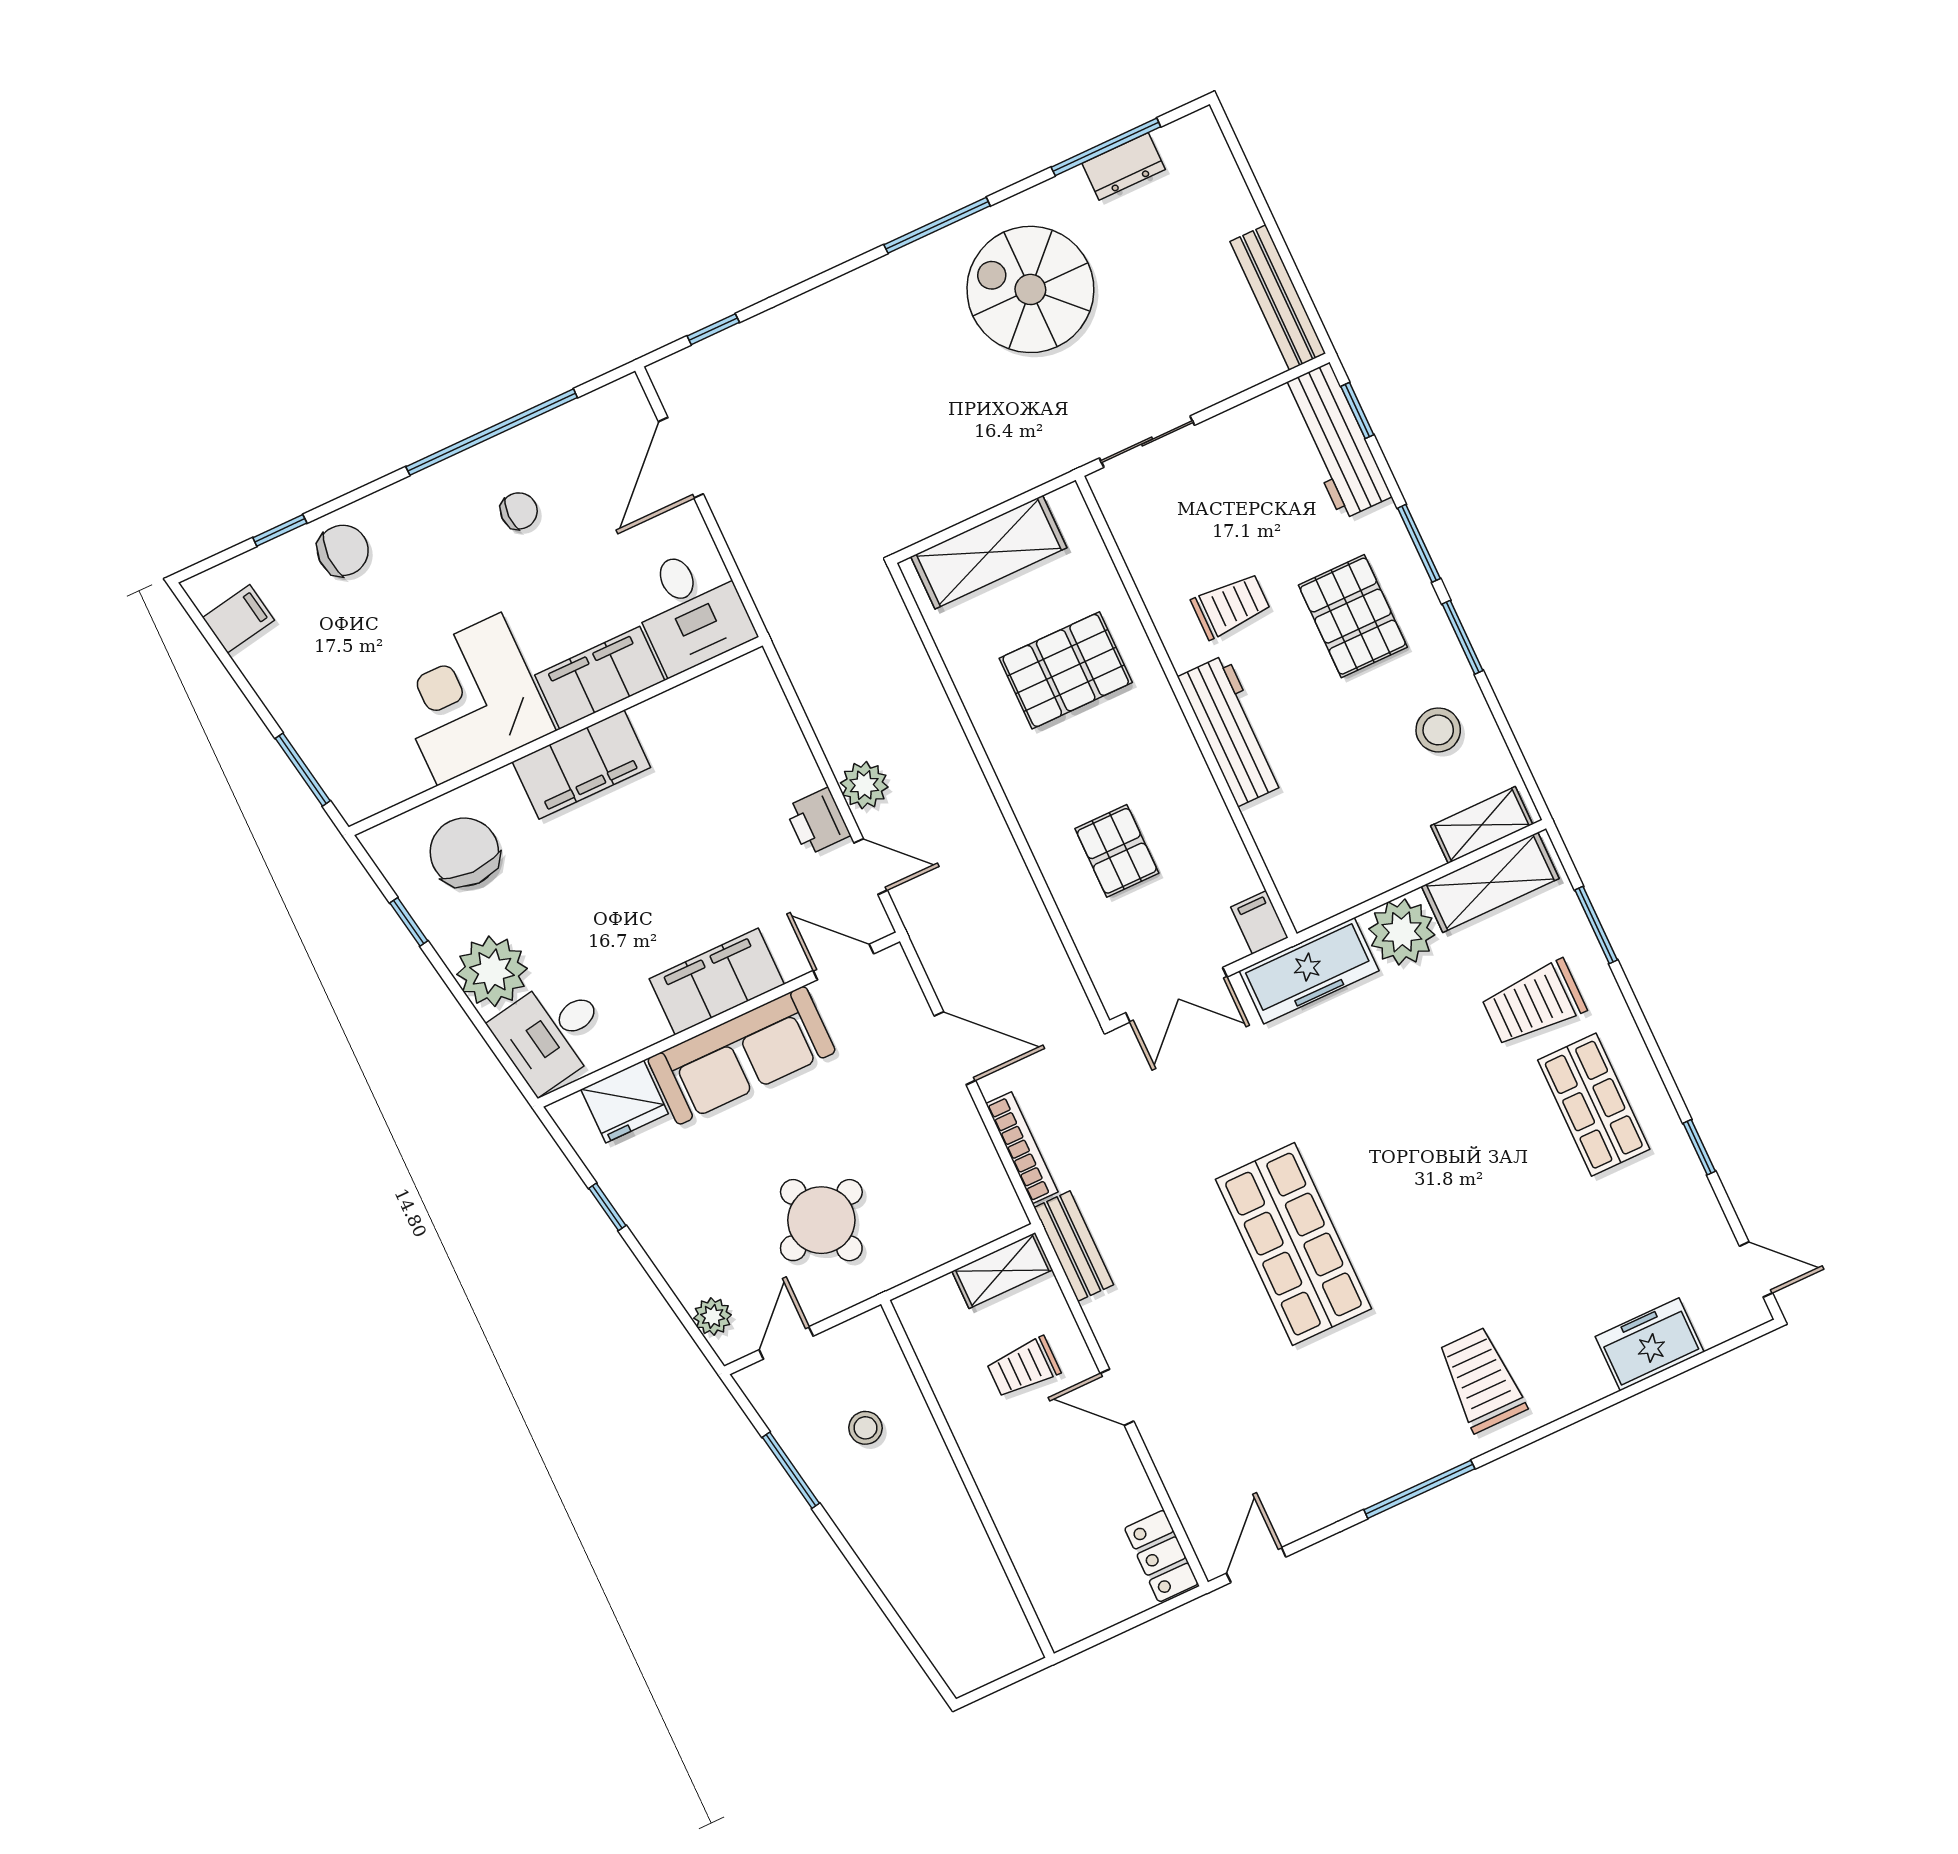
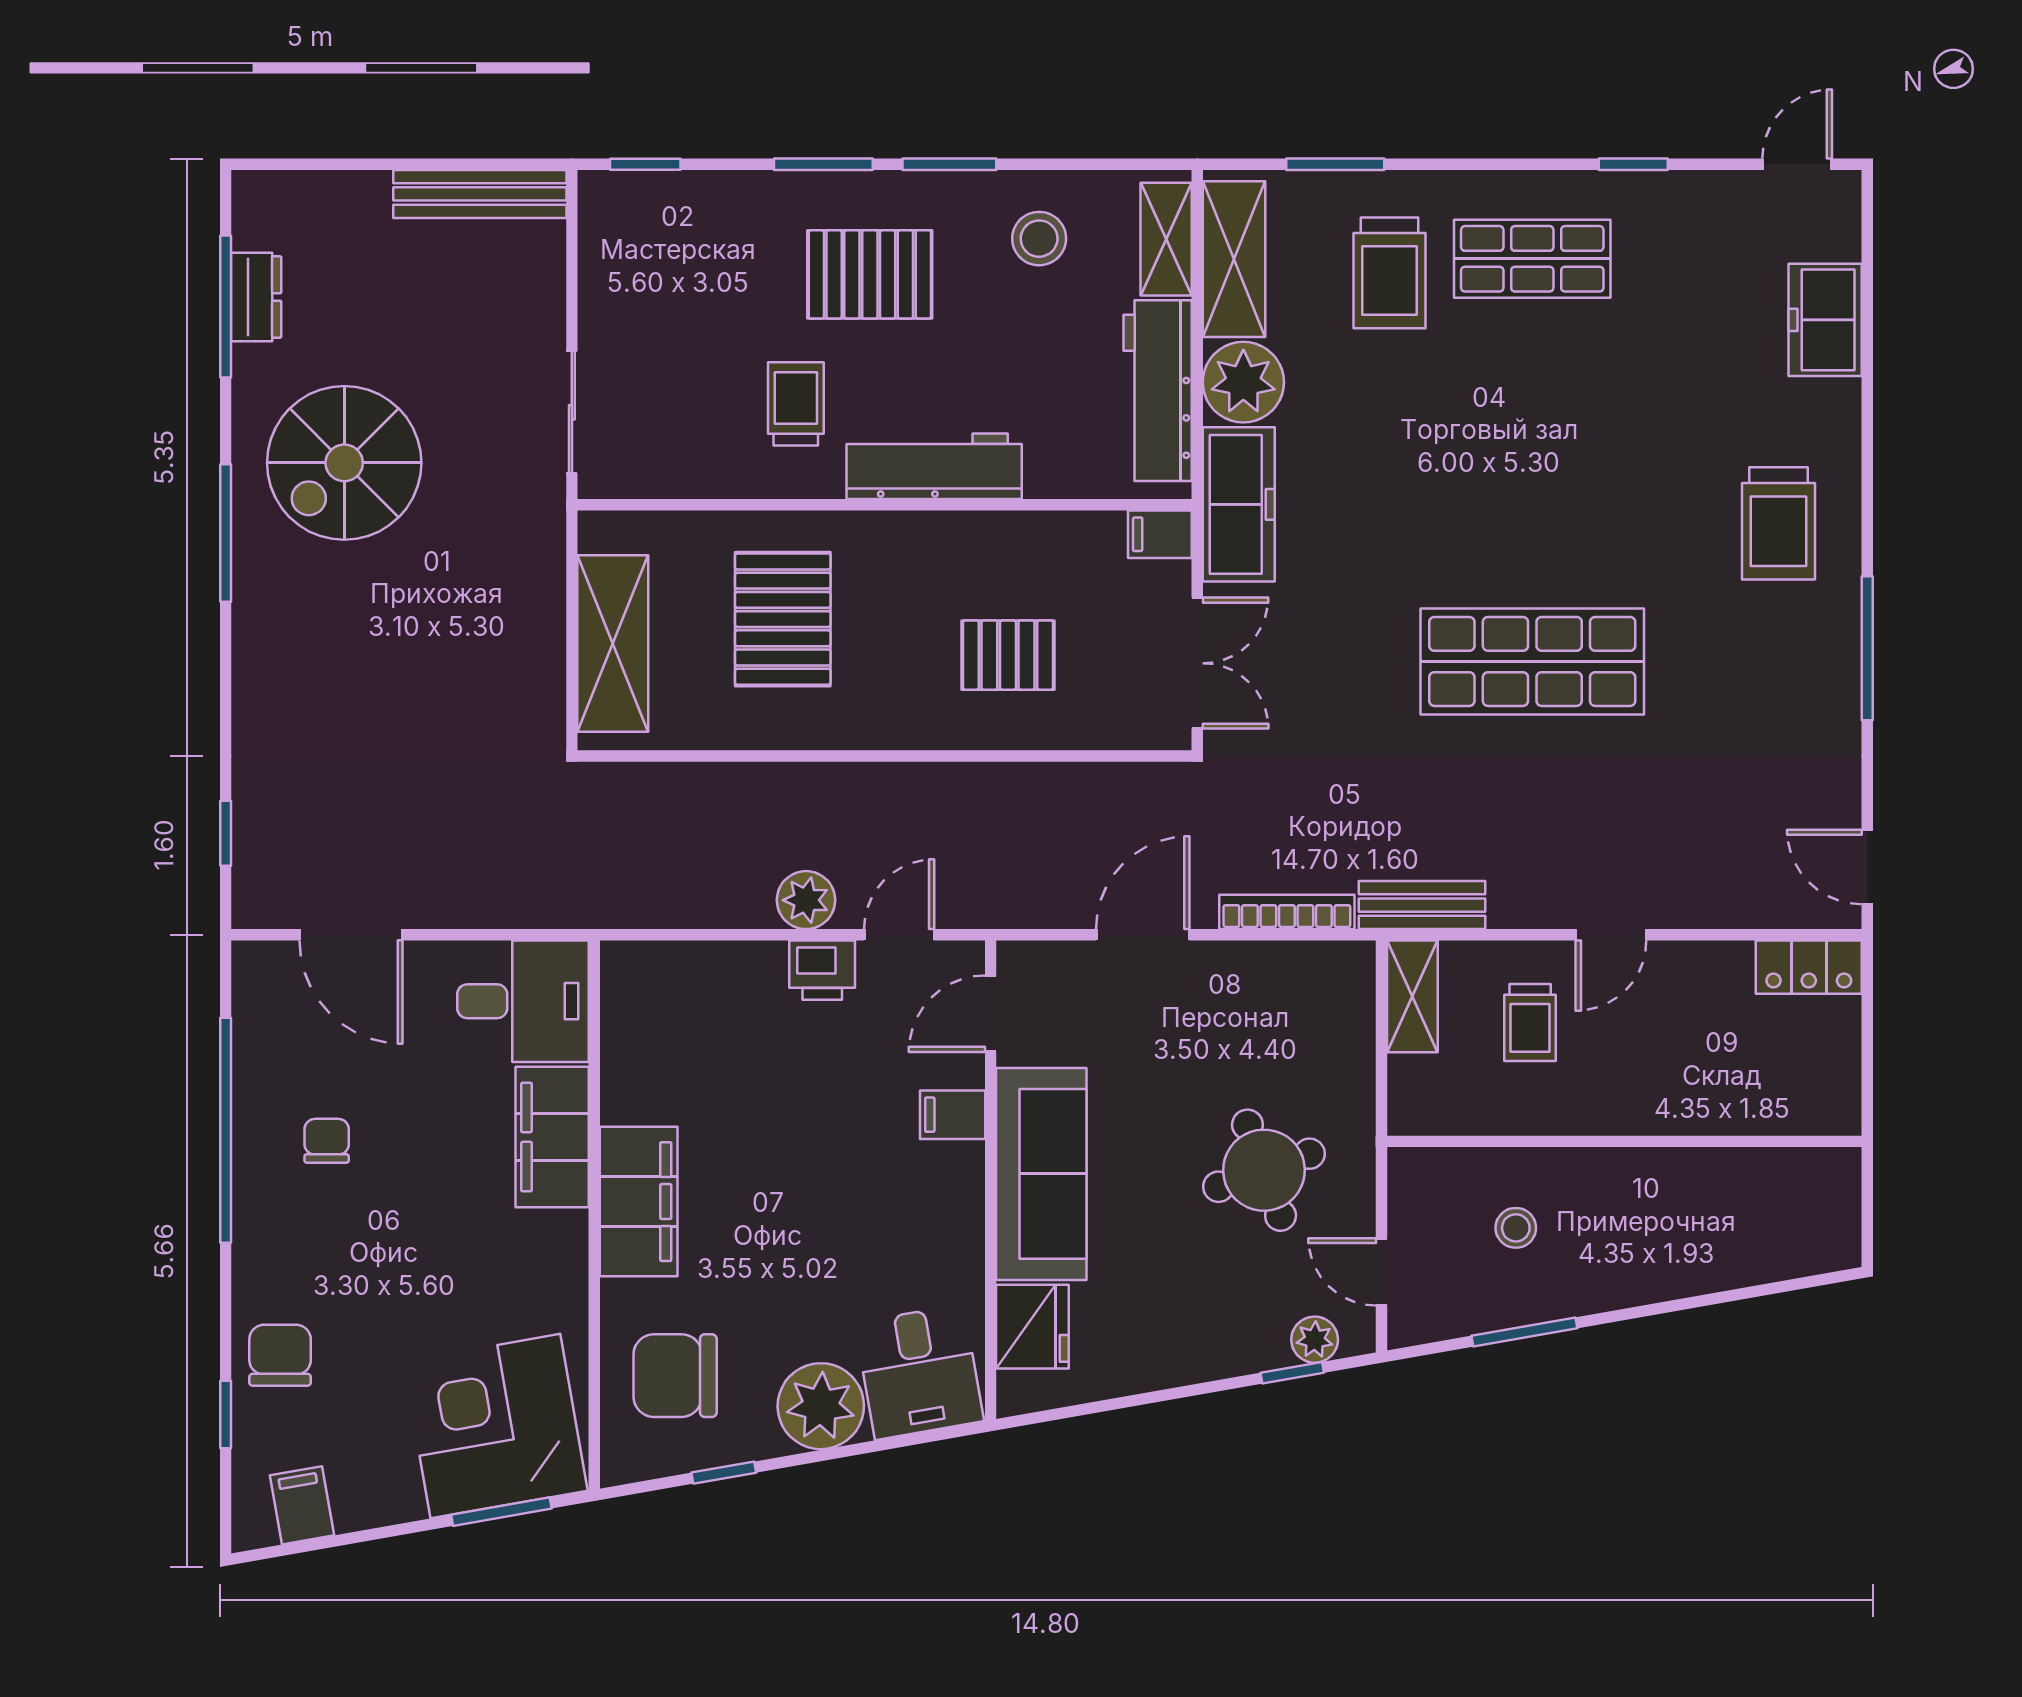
workbench: (1336, 441) -> (1158, 391), moved, turned 90
corner desk: (469, 699) -> (495, 1426), moved, turned 80
filing cabinet: (717, 981) -> (953, 1115), width x0.33, depth x0.86
window: (607, 1207) -> (1292, 1373), moved
trolley: (1482, 1380) -> (1778, 523), turned -90

